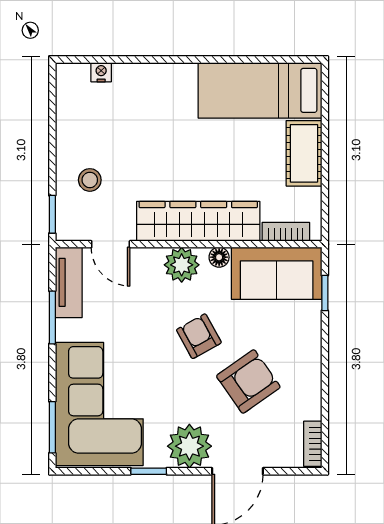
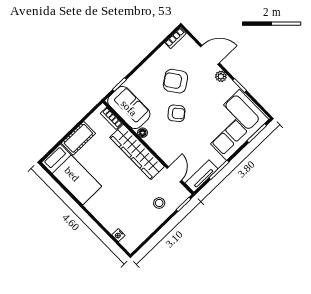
plant: (182, 265) -> (158, 143), removed
armchair: (199, 336) -> (176, 113), turned -101
plant: (189, 446) -> (221, 76), width x0.53, depth x0.53

